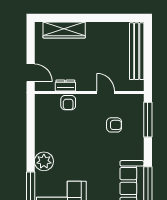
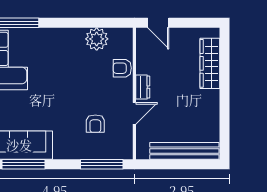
door: (31, 73) -> (158, 23), hinge flipped
dresser: (65, 86) -> (143, 87), moved
plant: (44, 161) -> (97, 39), moved

